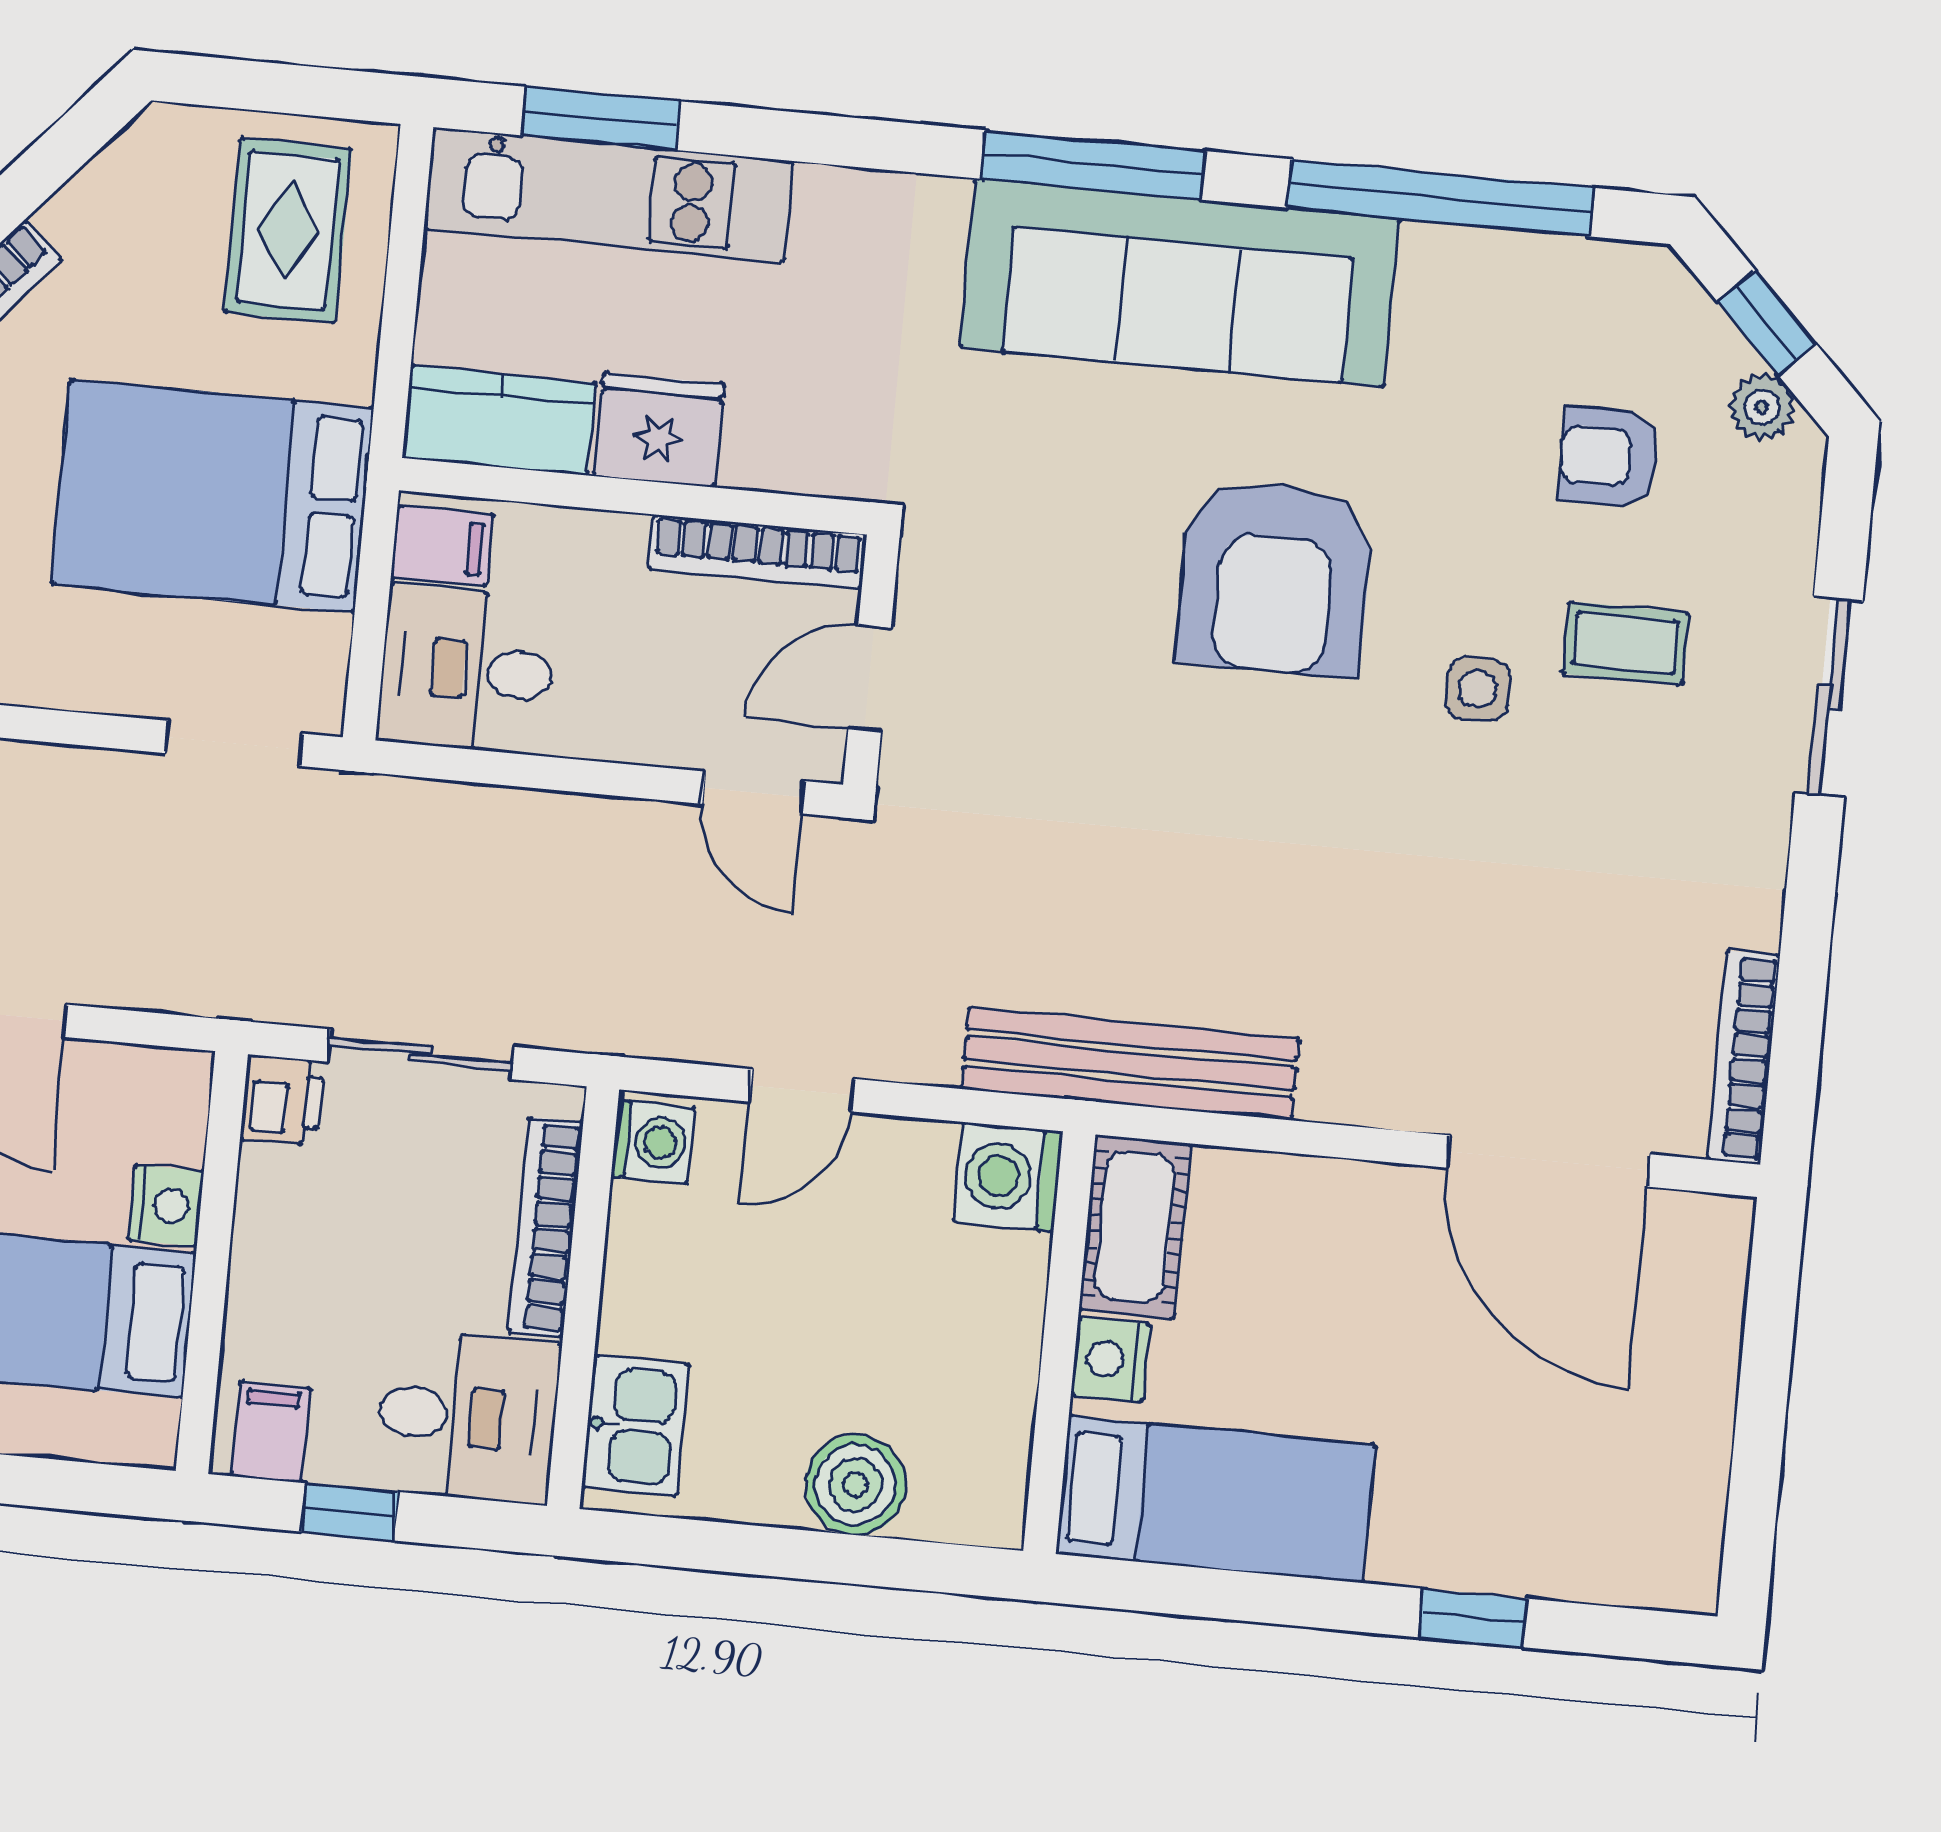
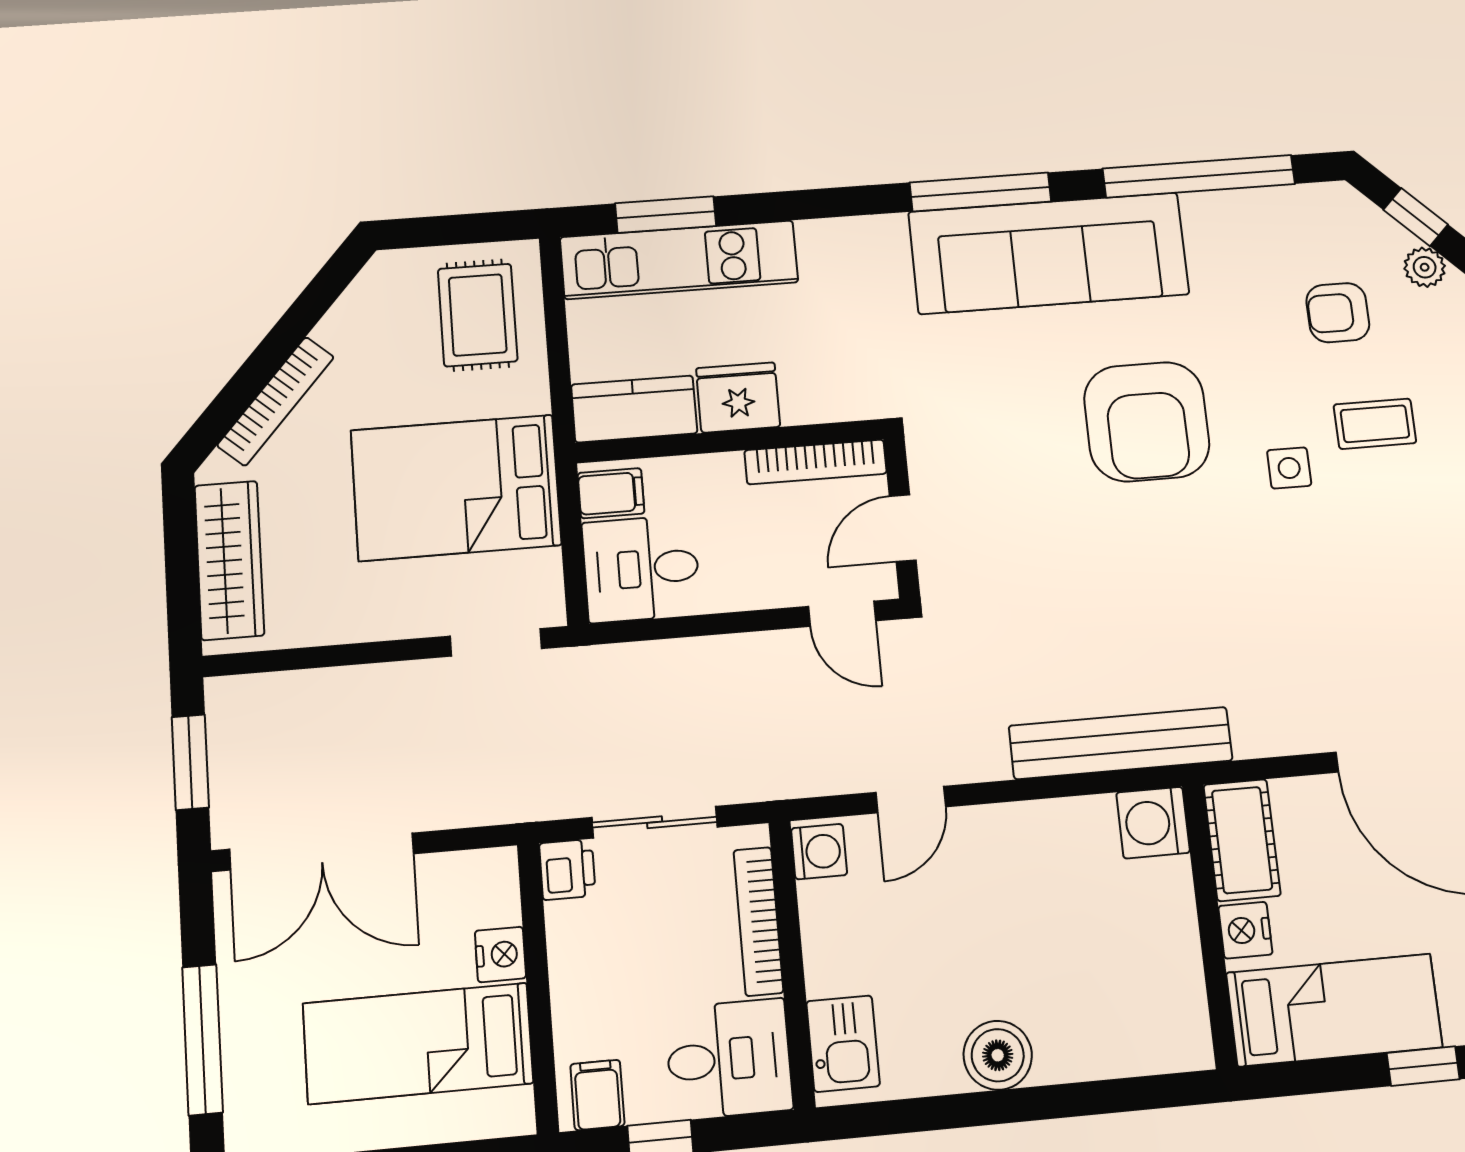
washing machine: (1008, 1177) -> (1153, 823), moved
cot: (1135, 1227) -> (1242, 840), moved
wall: (1059, 1343) -> (1210, 925), moved
nightstand: (1111, 1360) -> (1245, 930), moved
bed: (1216, 1499) -> (1334, 1010), moved

